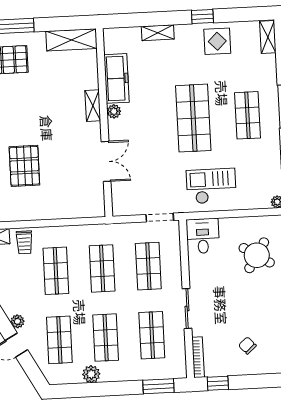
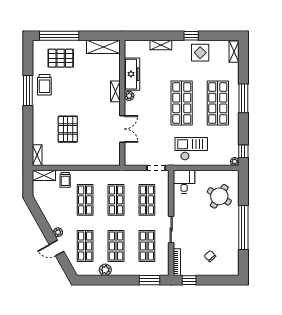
shop shelf: (247, 115) -> (218, 103), width x1.43, depth x1.36

